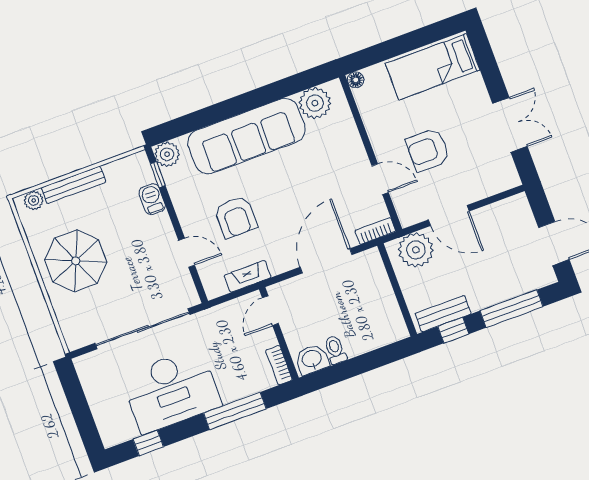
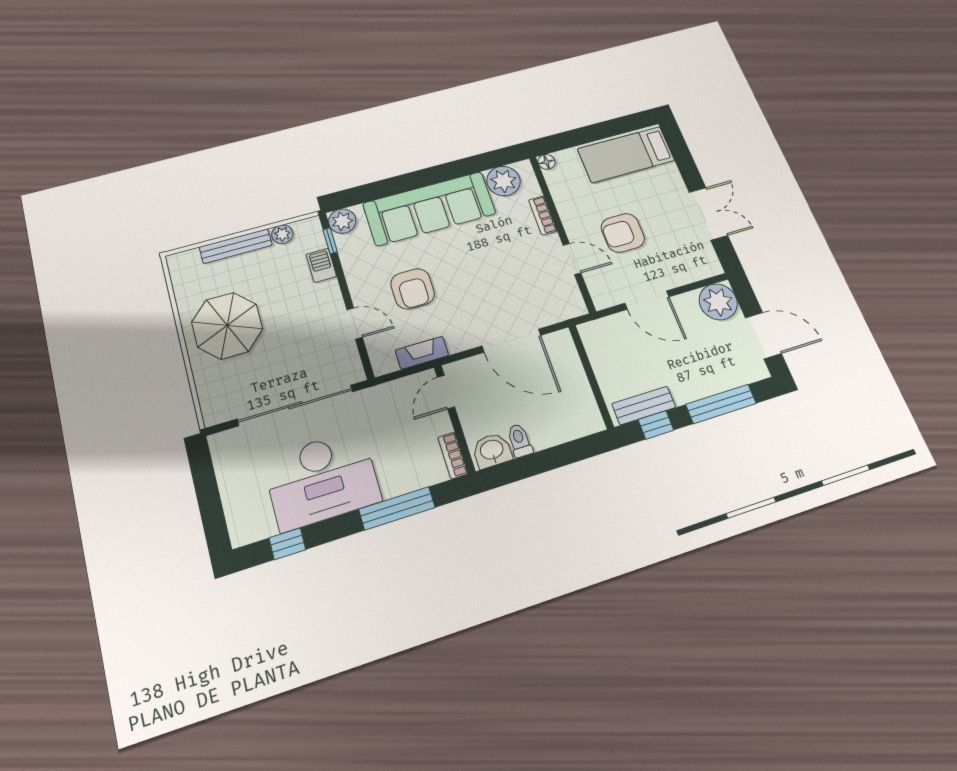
plant: (34, 200) -> (282, 234), moved
bookcase: (375, 231) -> (543, 215), moved, turned -90
plant: (416, 250) -> (718, 302), moved
door: (326, 261) -> (511, 341), swing flipped

